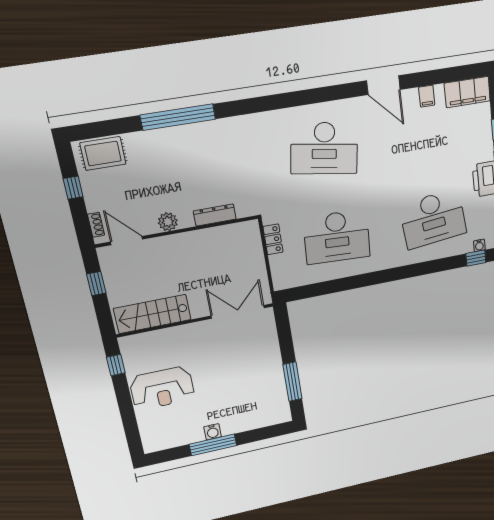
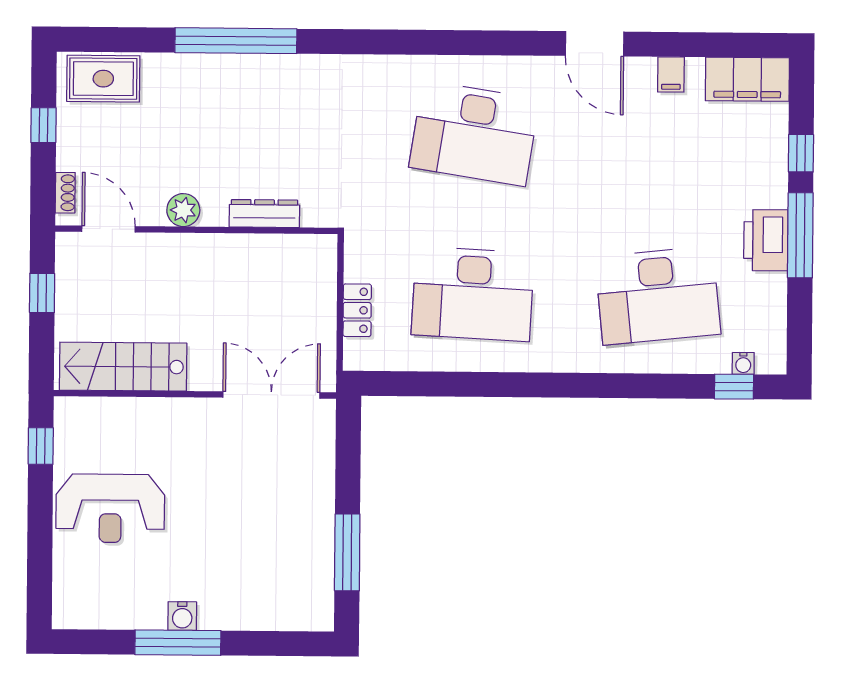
locker: (273, 239) -> (357, 310), moved

